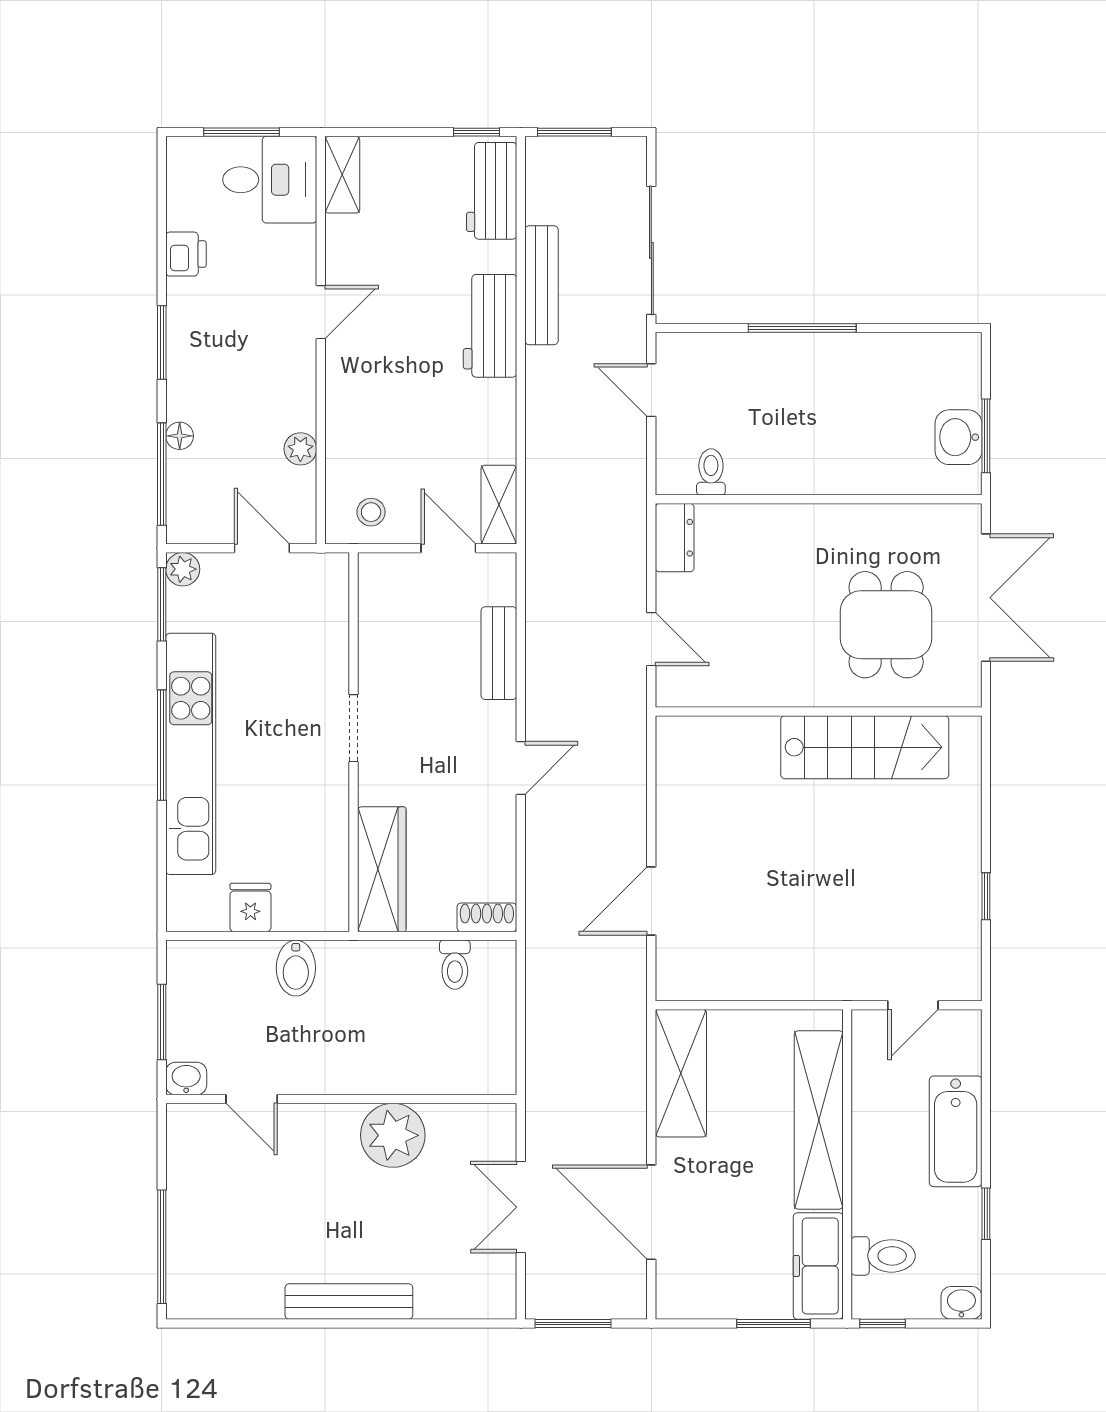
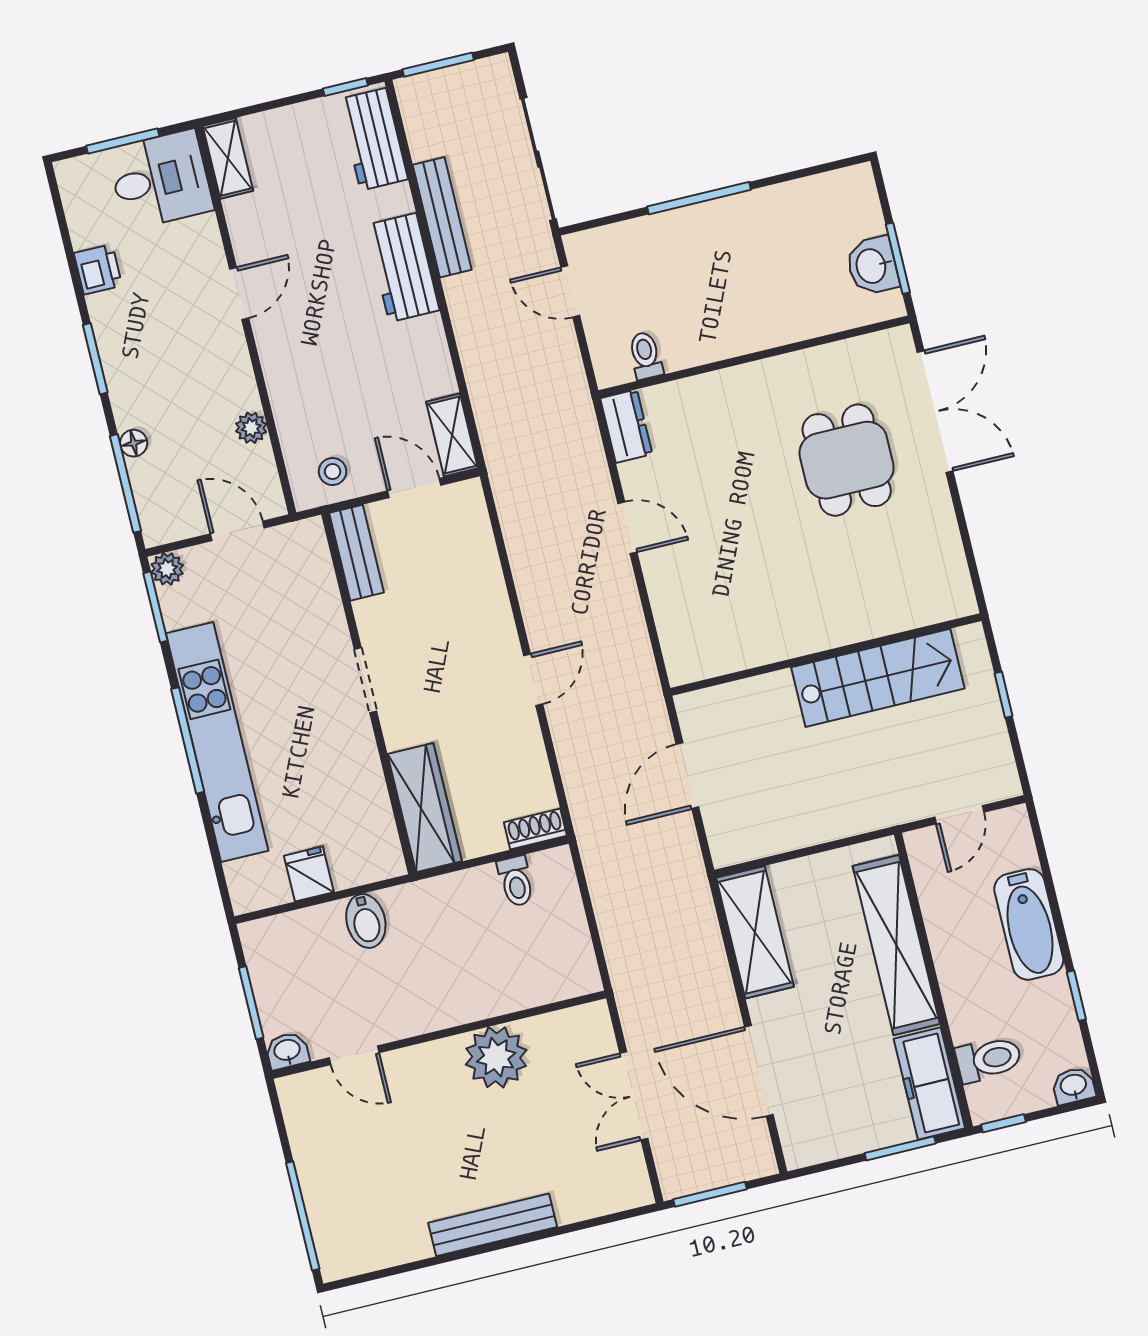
bench: (499, 653) -> (356, 553), moved
wall: (819, 711) -> (826, 655), moved
stairs: (865, 747) -> (878, 678), moved

